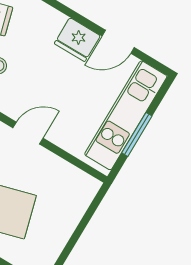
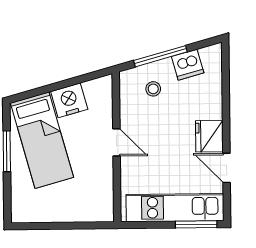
window: (137, 134) -> (196, 224), moved

